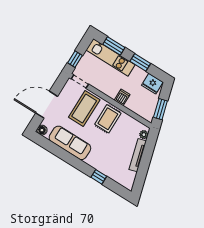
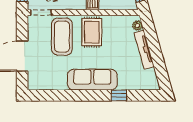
floor lamp: (42, 130) -> (33, 84), removed
sofa: (70, 143) -> (92, 80), moved

